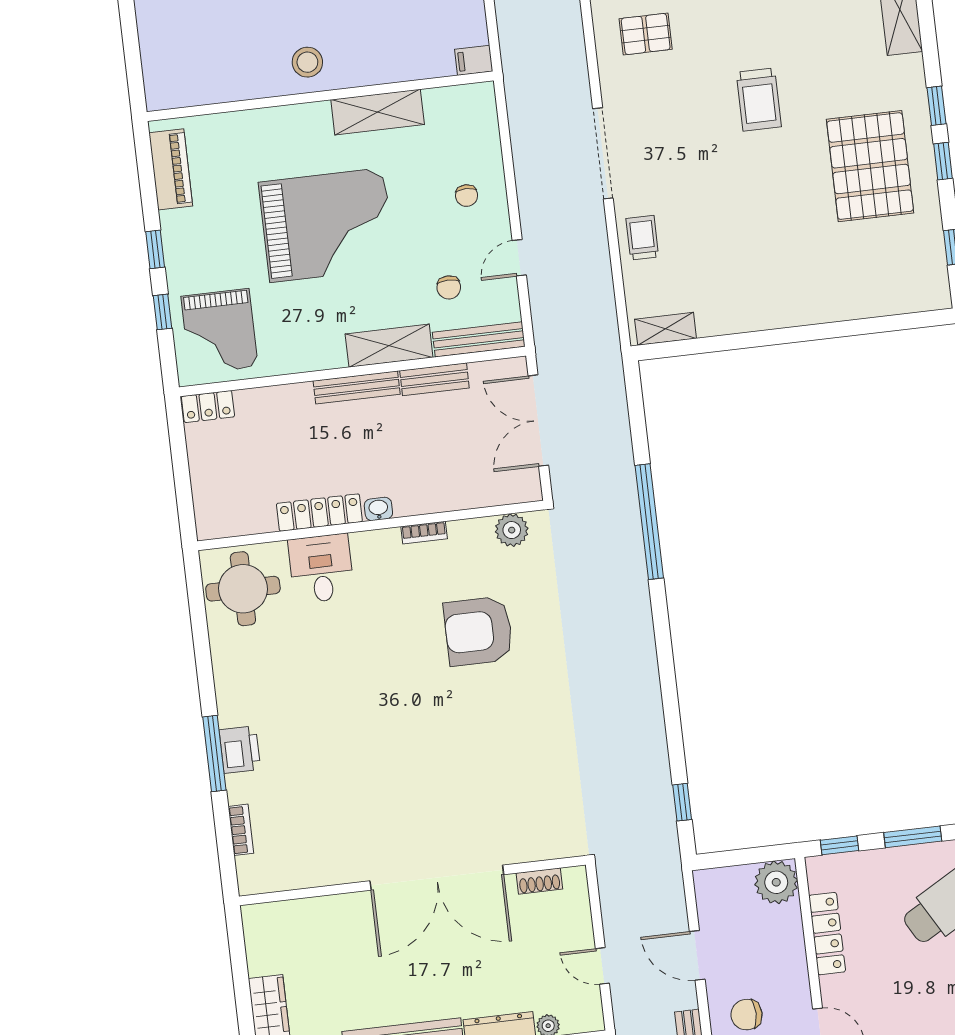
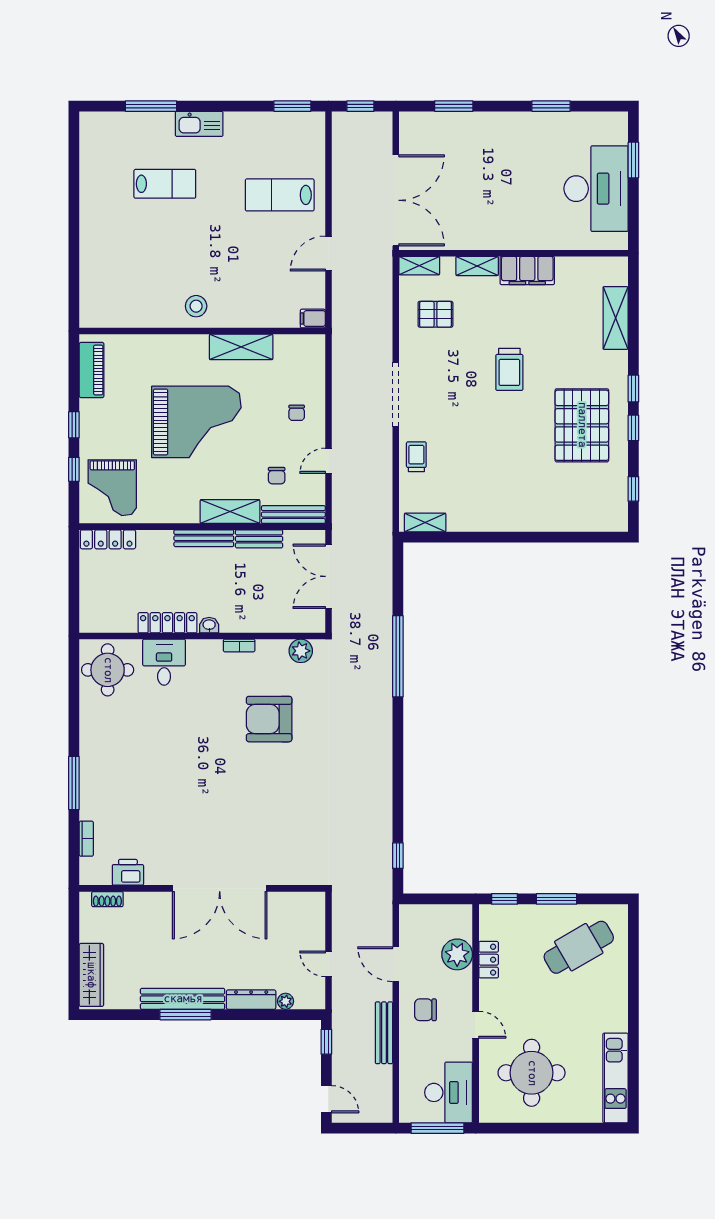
locker: (208, 407) -> (108, 539), width x1.53
printer: (240, 750) -> (128, 872), moved, turned -90
shoe rack: (539, 881) -> (107, 899), moved
plant: (776, 882) -> (457, 954), moved
locker: (827, 934) -> (489, 960), width x0.66

